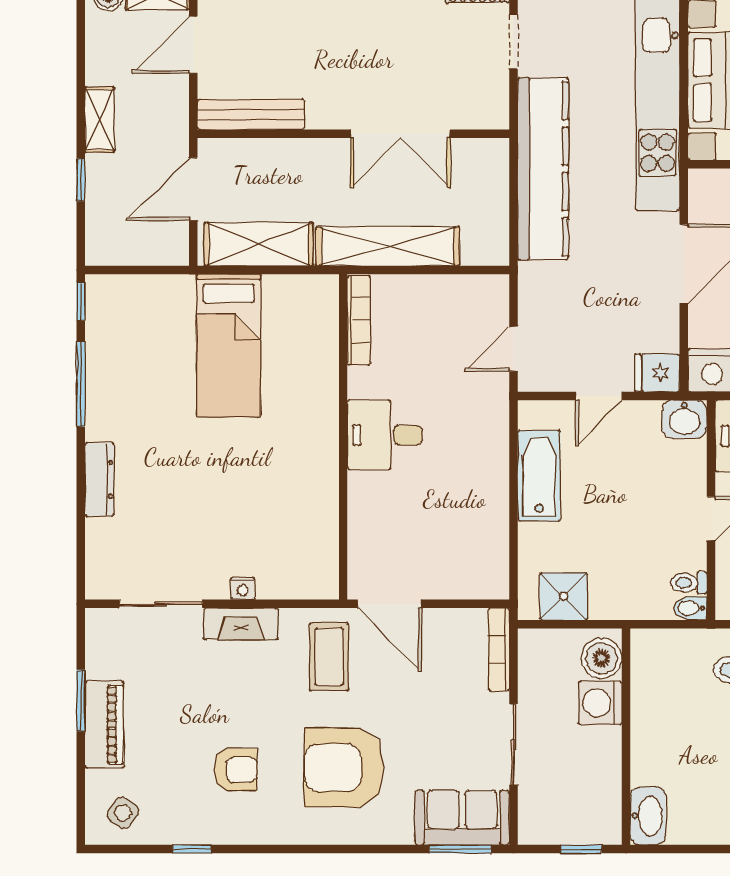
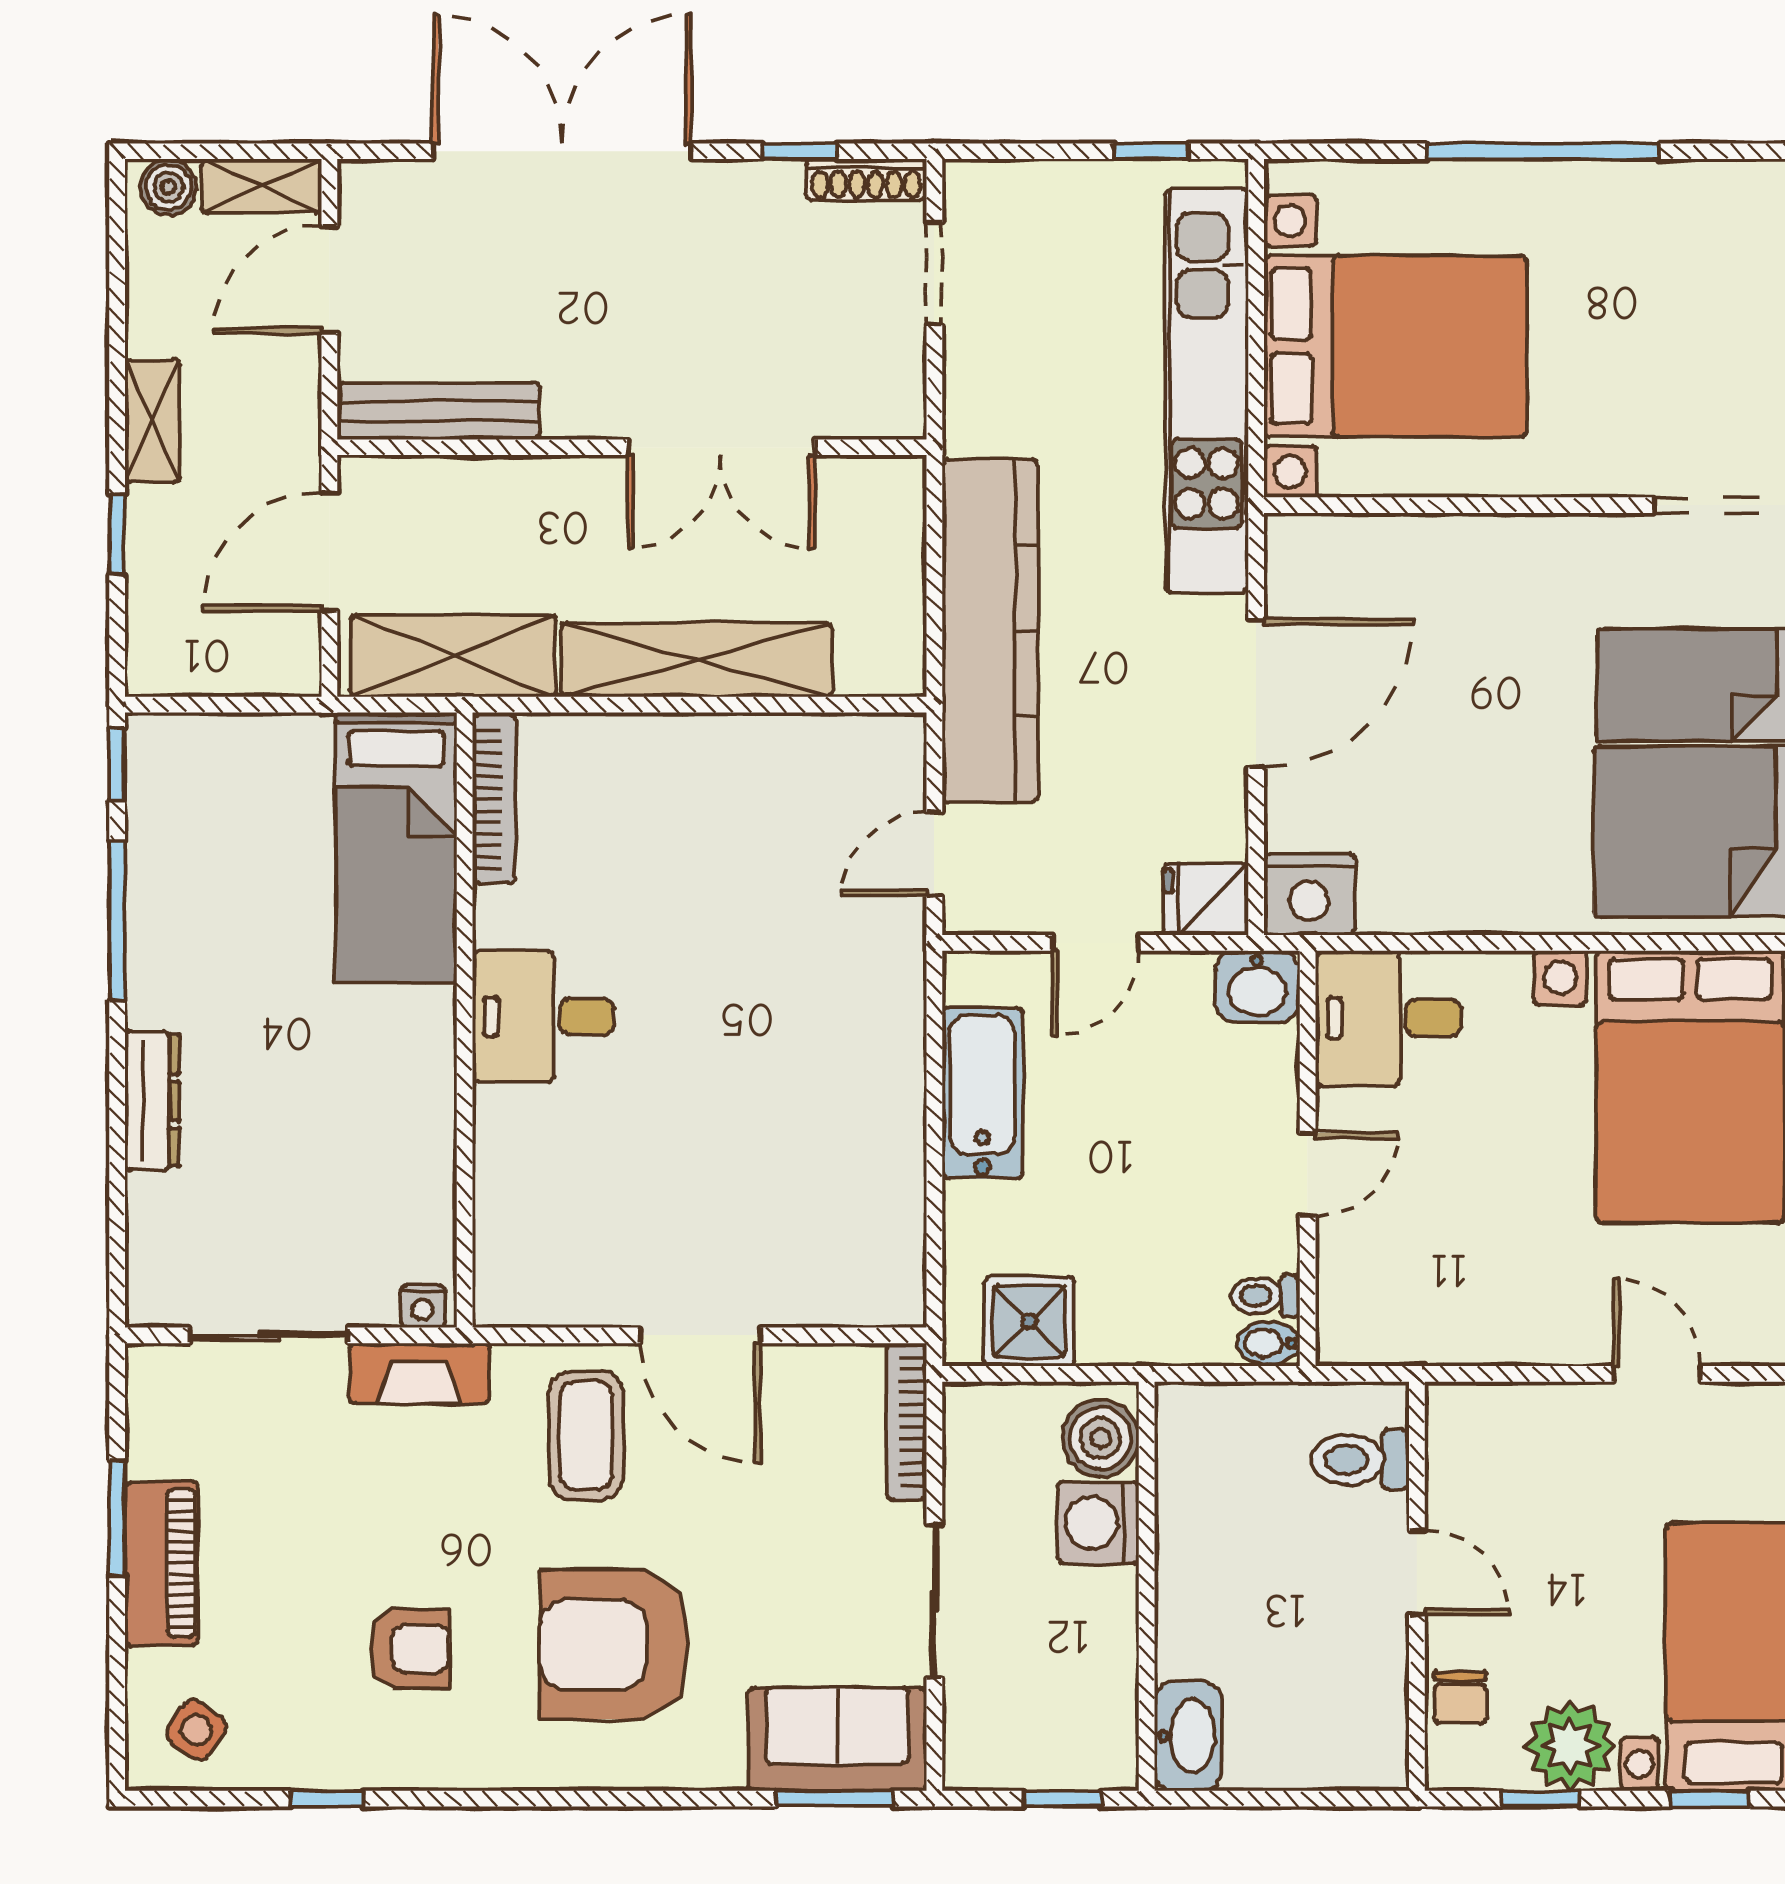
kitchen counter: (543, 169) -> (990, 631), moved
bookcase: (359, 320) -> (494, 799), moved
desk: (385, 435) -> (543, 1017), moved
wall: (343, 437) -> (465, 1020), moved

